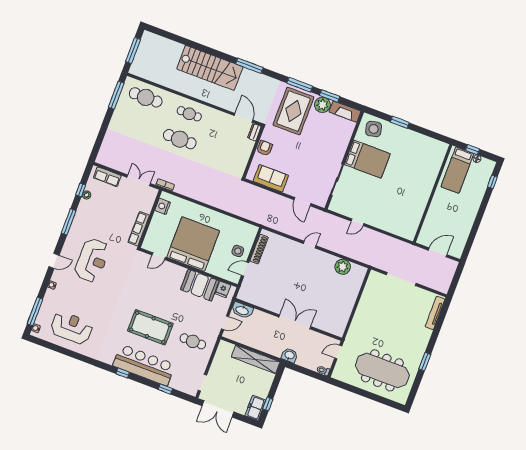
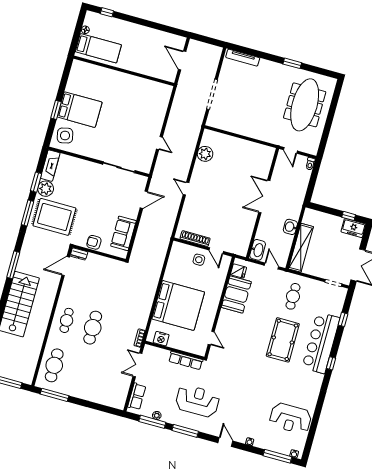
window: (473, 150) -> (77, 35), removed
bed: (367, 159) -> (80, 110), moved, turned 90
window: (81, 190) -> (152, 422), width x2.17
bed: (193, 244) -> (178, 305), moved, turned 180
reception desk: (92, 260) -> (197, 401), moved
reception desk: (71, 328) -> (290, 418), turned -90
washbasin: (289, 355) -> (290, 227), moved
shelving: (256, 359) -> (301, 248), moved

